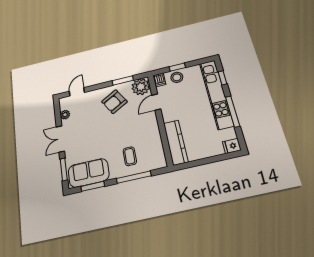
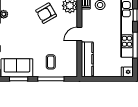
door: (156, 102) -> (79, 34), moved

